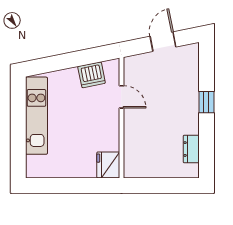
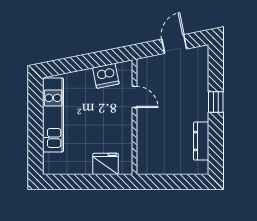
dresser: (191, 149) -> (201, 141), width x1.44
fridge: (108, 165) -> (106, 164), moved, turned 90

